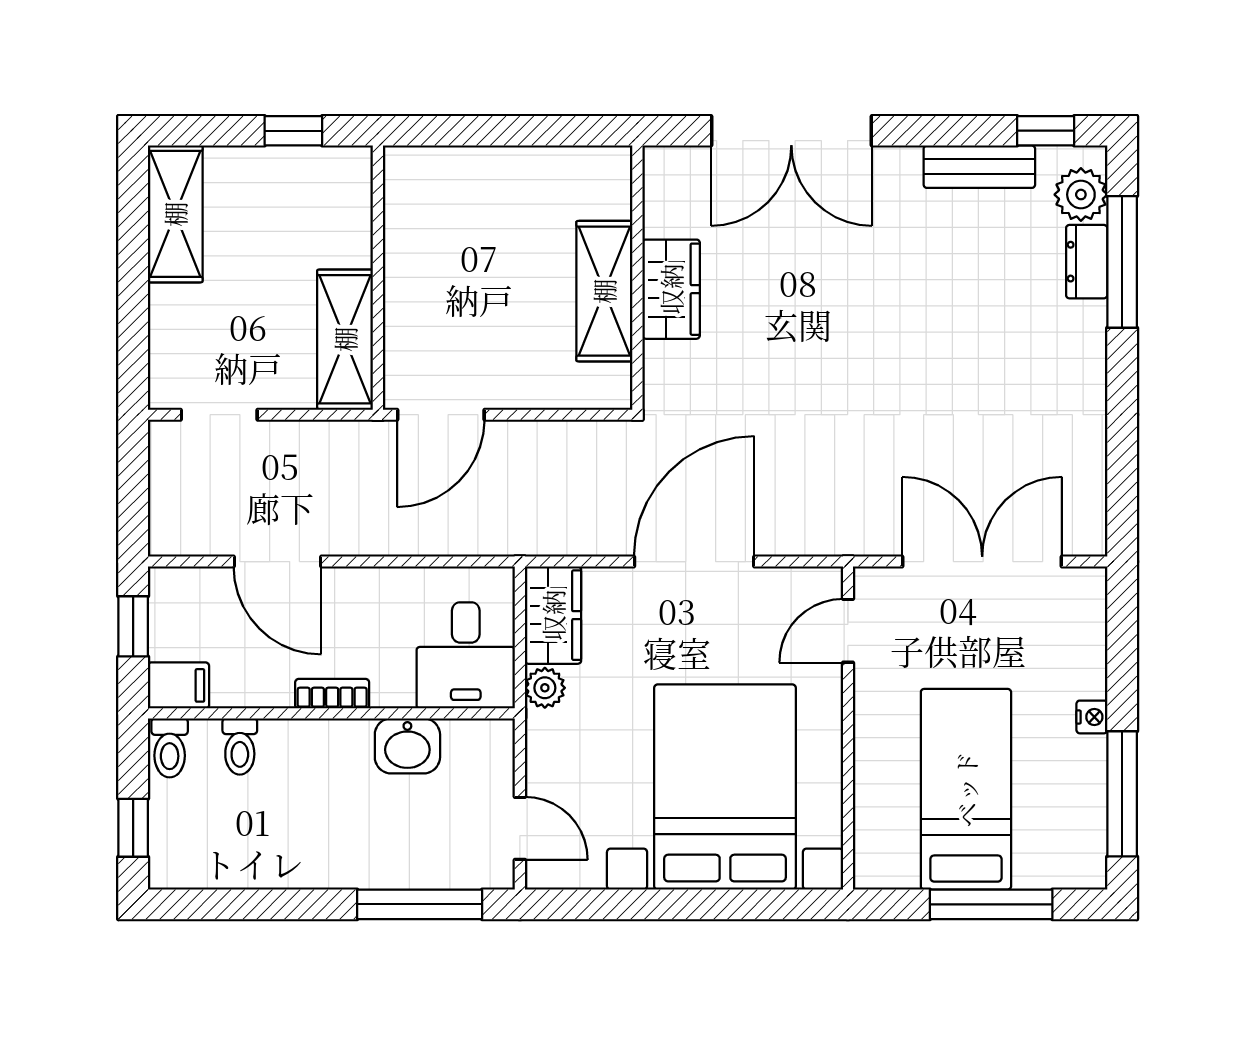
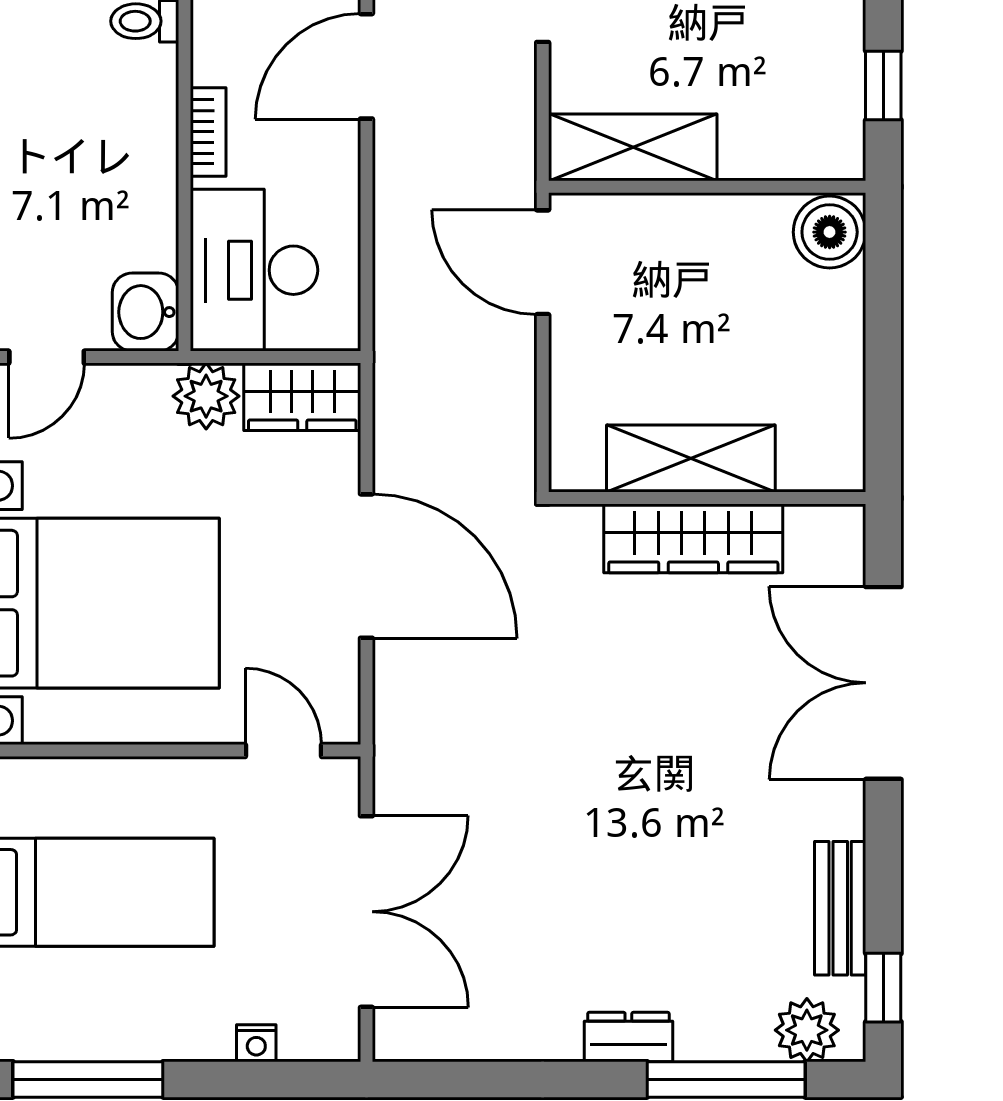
boiler: (416, 176) -> (830, 232), added
dresser: (1087, 262) -> (628, 1037), moved
wardrobe: (671, 289) -> (693, 538), width x1.50
desk: (466, 655) -> (254, 270), width x1.37
plant: (545, 688) -> (206, 396), width x1.38, depth x1.38
nightstand: (1092, 717) -> (256, 1043), moved
washbasin: (407, 746) -> (145, 312), moved

